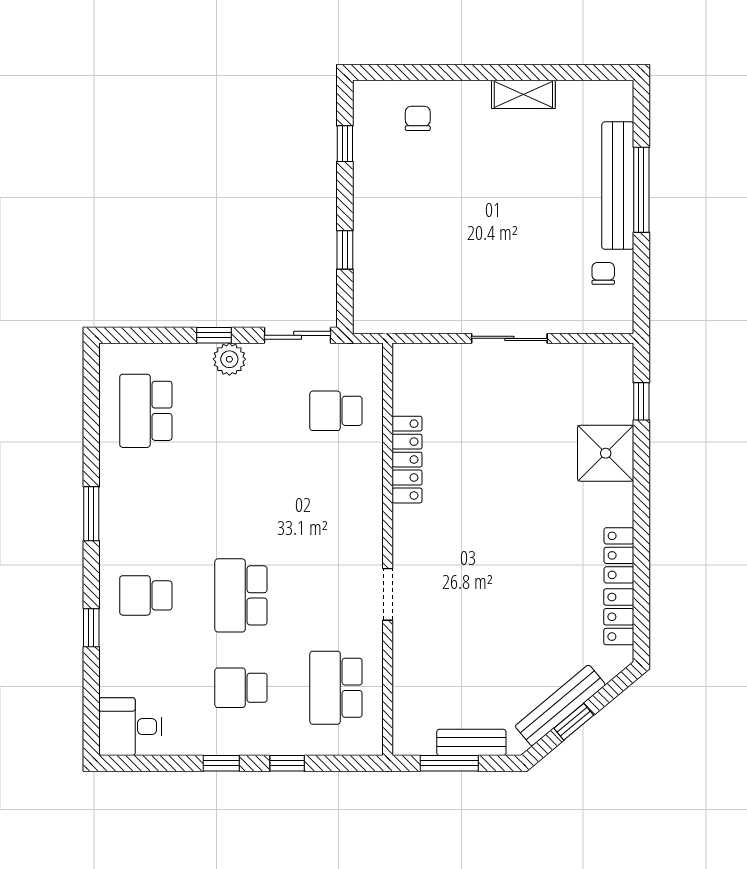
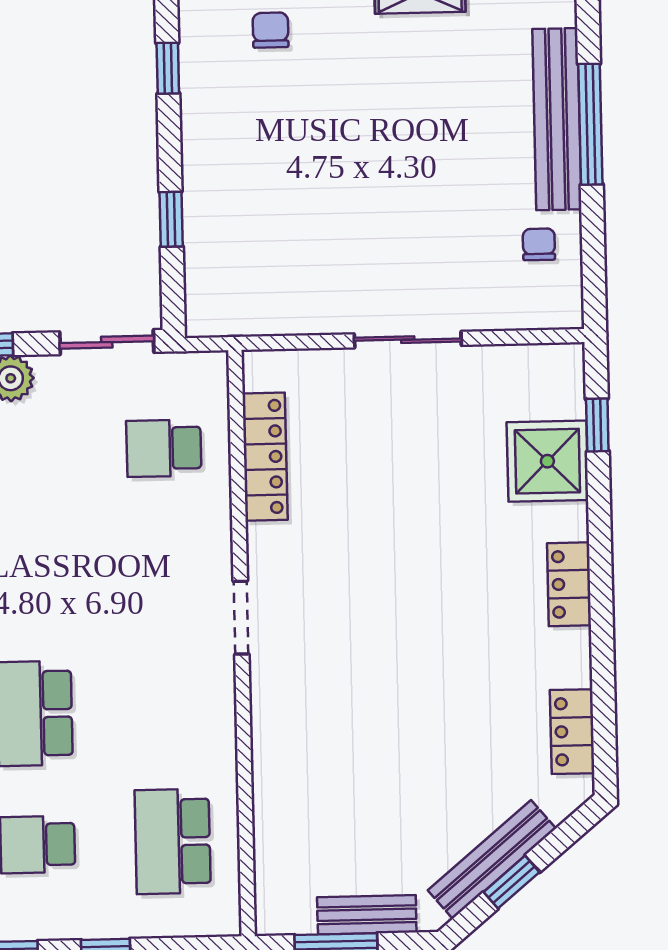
shower: (606, 453) -> (547, 461), moved
locker: (407, 460) -> (265, 457), moved
locker: (619, 555) -> (569, 584), moved
doorway: (388, 594) -> (241, 618), moved

